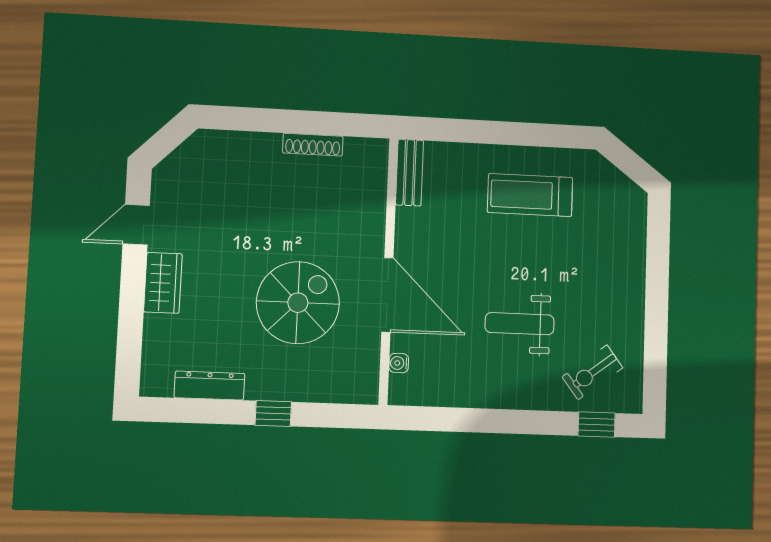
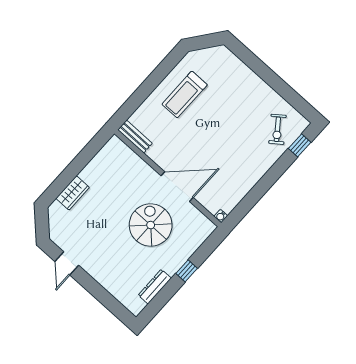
shoe rack: (313, 145) -> (92, 167), removed
wardrobe: (163, 283) -> (73, 193), moved, turned 90
weight bench: (520, 324) -> (233, 143), removed
water cooler: (399, 363) -> (221, 216), moved

